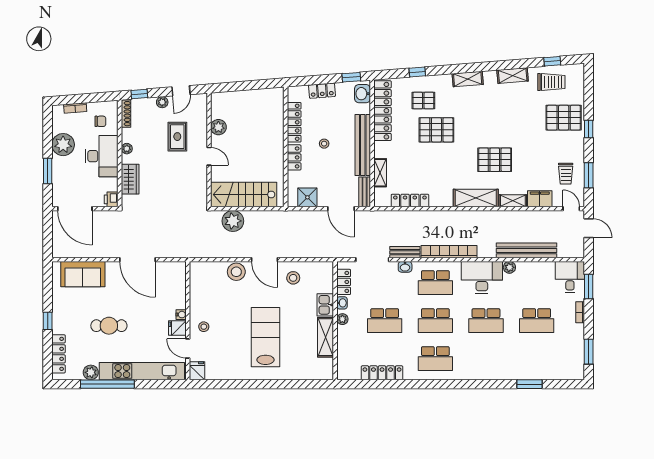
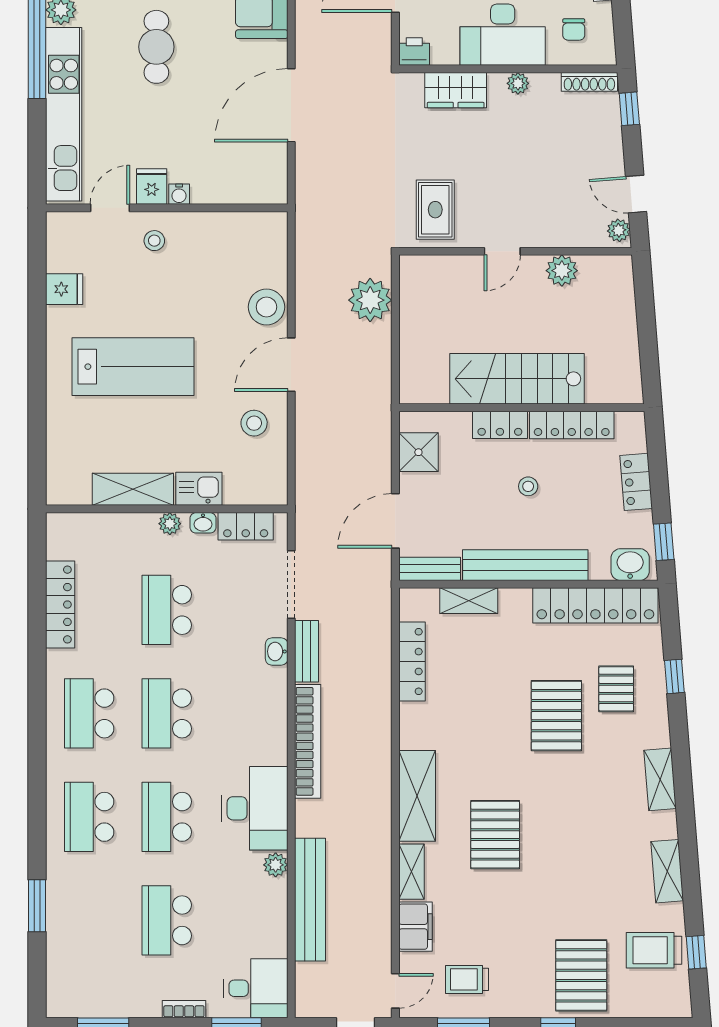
trolley: (551, 82) -> (654, 950), turned 90
plant: (162, 102) -> (619, 230), moved
rug: (177, 137) -> (435, 210), moved, turned 90
stairs: (244, 194) -> (517, 379), moved, turned -90
school desk: (435, 283) -> (89, 817), moved
fridge: (197, 371) -> (64, 289), moved

